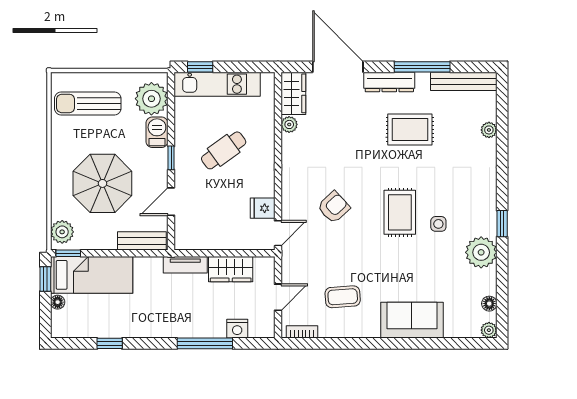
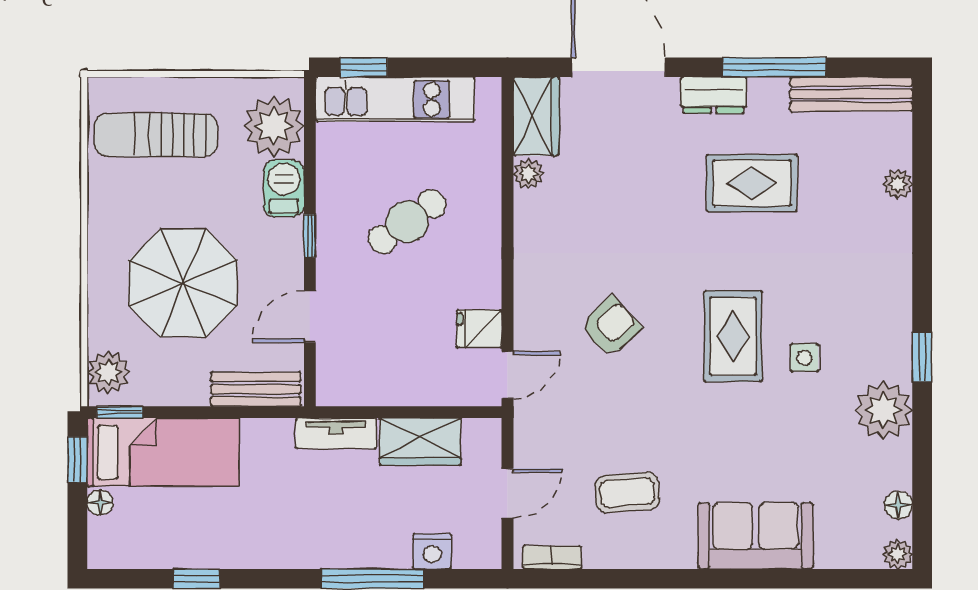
dresser: (389, 82) -> (714, 95), width x0.70

